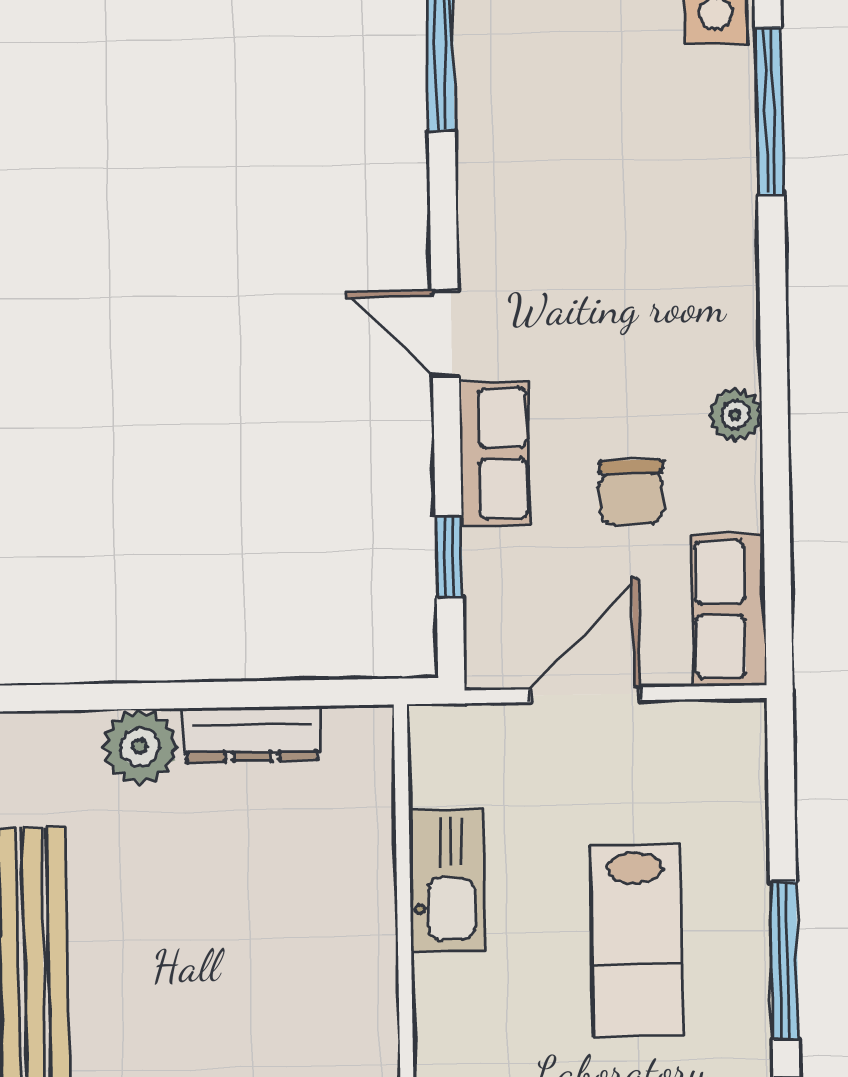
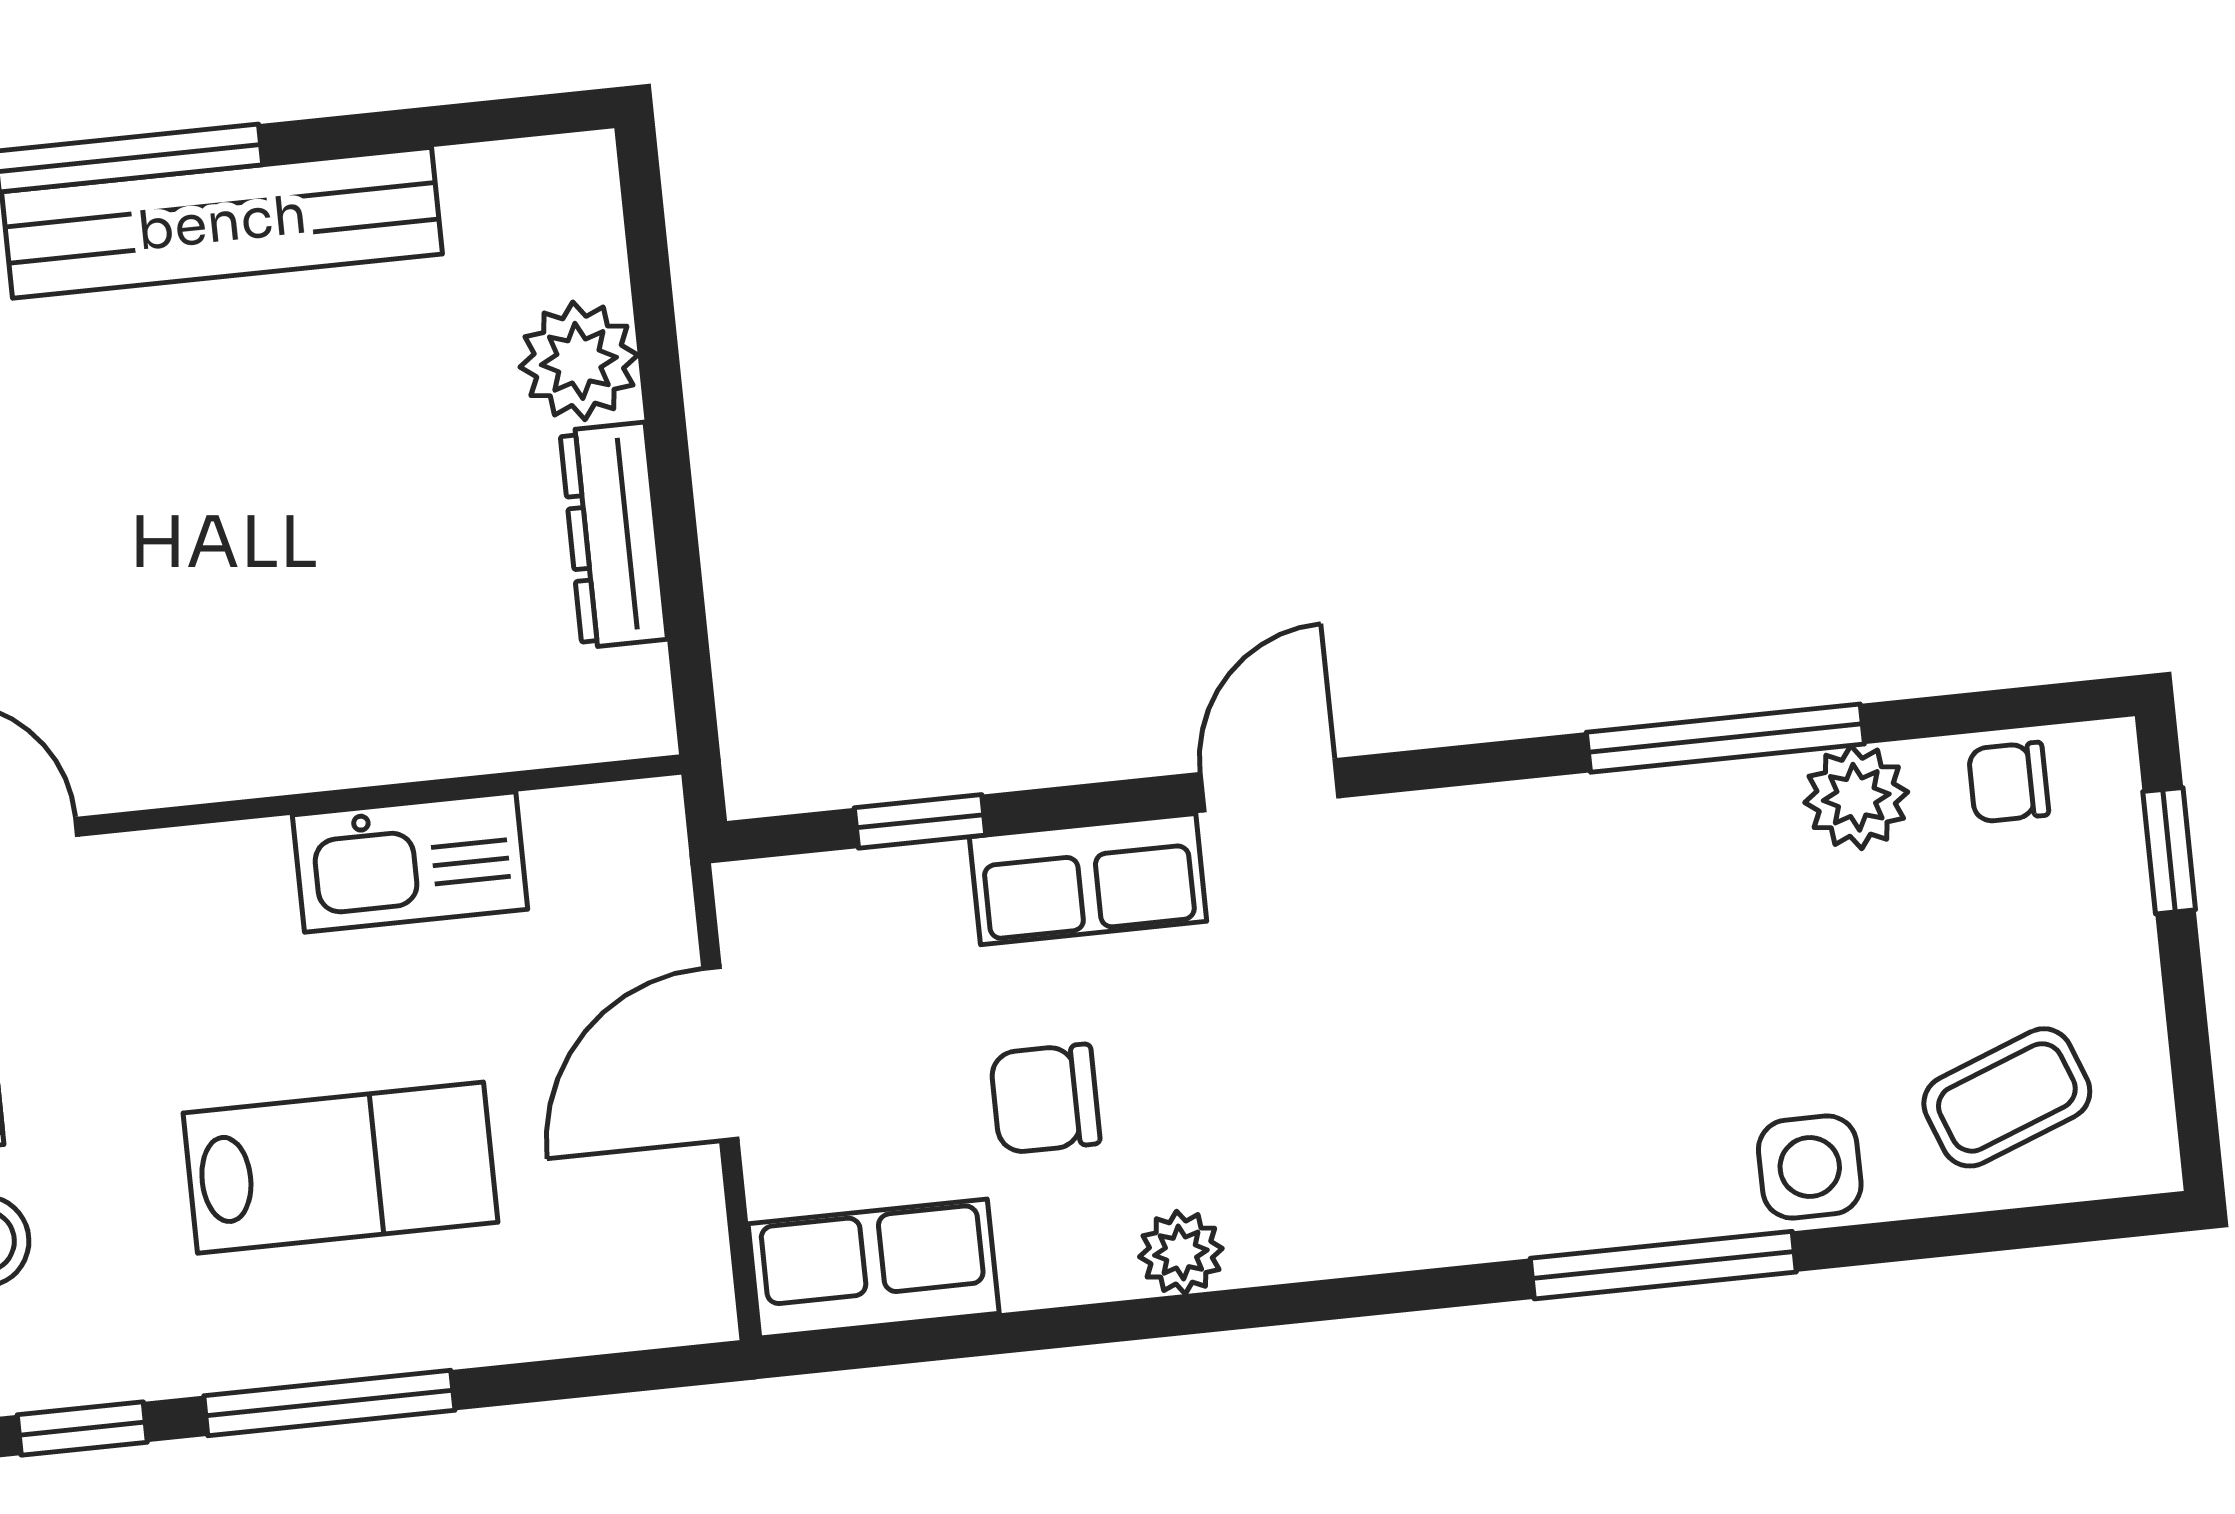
door: (585, 695) -> (720, 1054), swing flipped
lab bench: (636, 941) -> (341, 1168), turned 180

